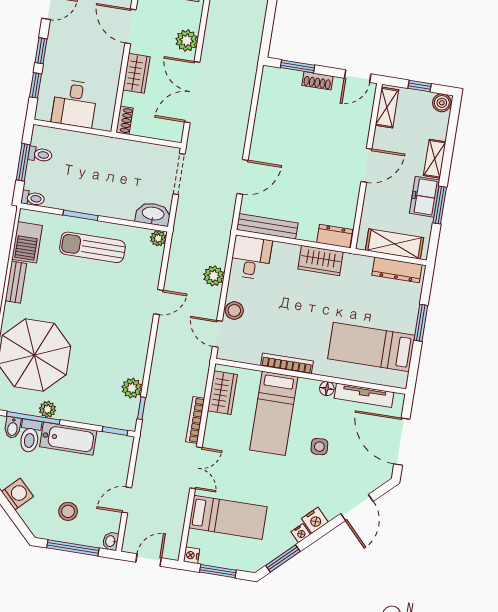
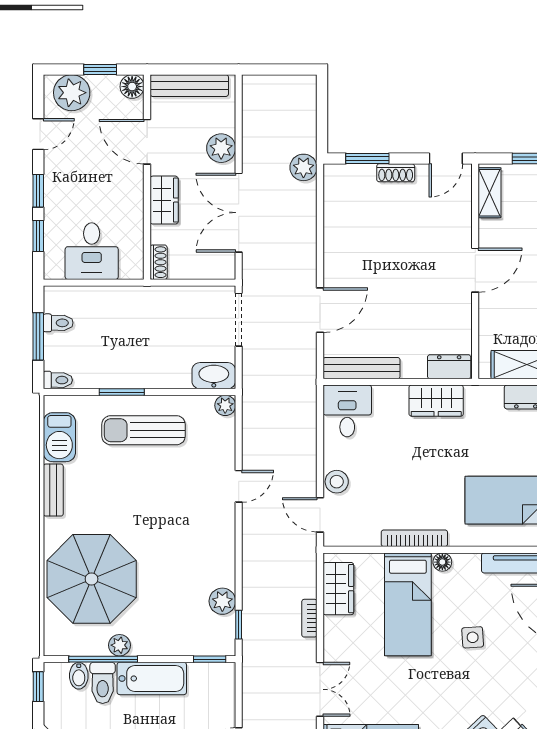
plant: (214, 276) -> (303, 167), moved
floor lamp: (327, 389) -> (442, 562), moved
bookcase: (195, 420) -> (309, 618), width x0.64

